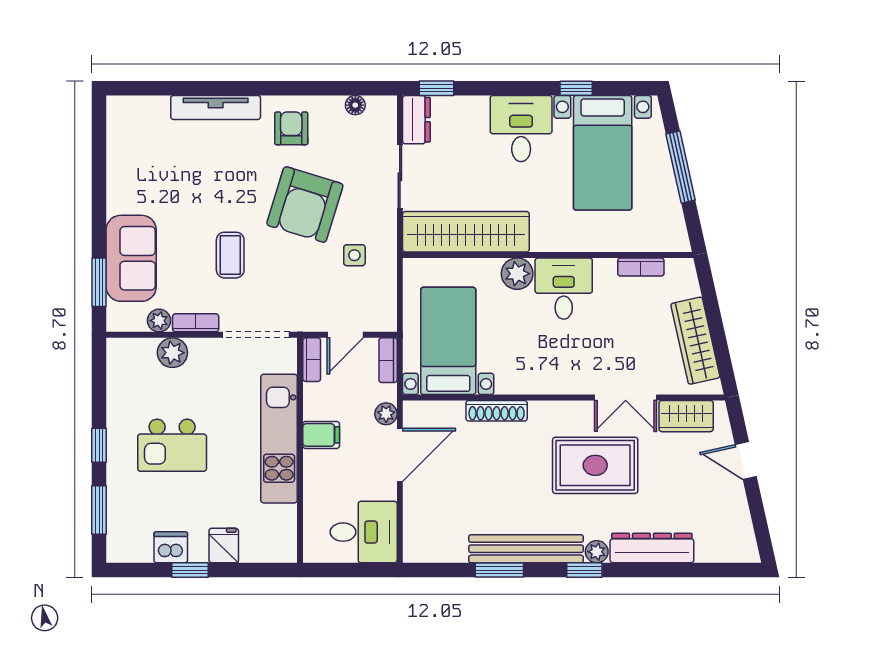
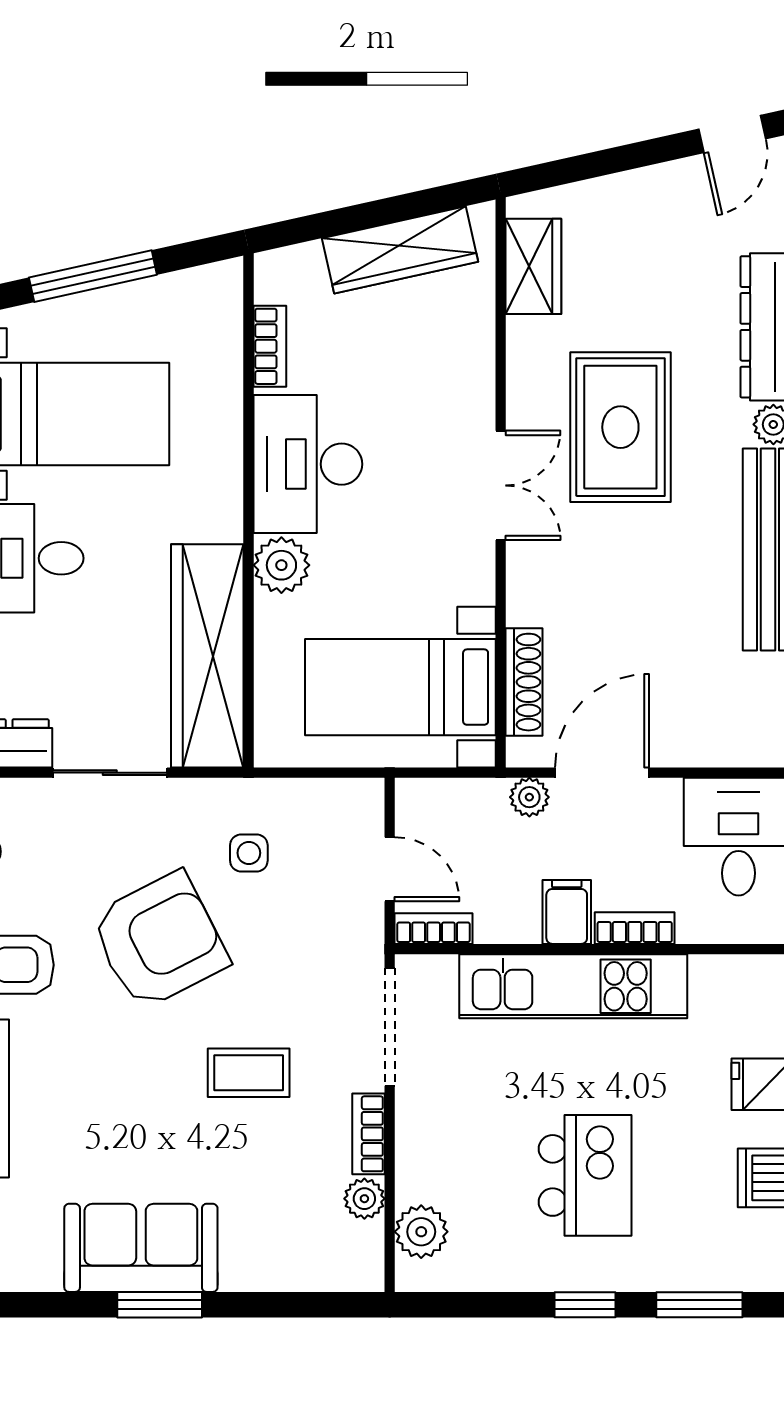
armchair: (305, 205) -> (159, 941), turned -44
sofa: (131, 258) -> (141, 1248), moved
window: (99, 282) -> (160, 1305), moved
desk: (564, 289) -> (308, 464), width x1.37
plant: (172, 353) -> (421, 1232), moved
bookcase: (388, 360) -> (635, 928), moved, turned 180
double door: (626, 398) -> (501, 485), moved
shoe rack: (497, 411) -> (524, 682), moved
door: (400, 455) -> (602, 773), hinge flipped
door: (746, 461) -> (732, 134), moved

